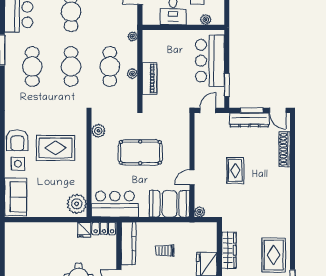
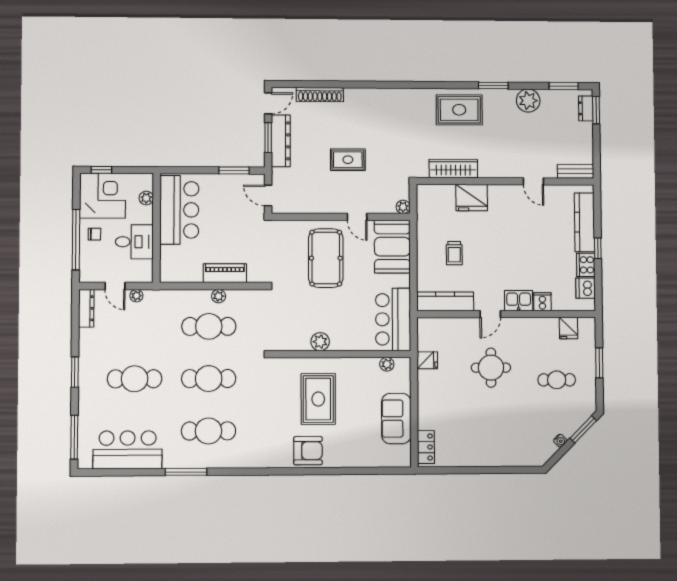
plant: (133, 36) -> (136, 296), moved
bar counter: (210, 61) -> (179, 210), moved, turned -90
plant: (98, 131) -> (320, 342), moved
pool table: (140, 152) -> (326, 258), moved
side table: (18, 164) -> (339, 450), removed
sofa: (16, 197) -> (396, 419), moved, turned -90
plant: (77, 204) -> (387, 364), width x0.53, depth x0.53
locker: (104, 228) -> (426, 447), moved

